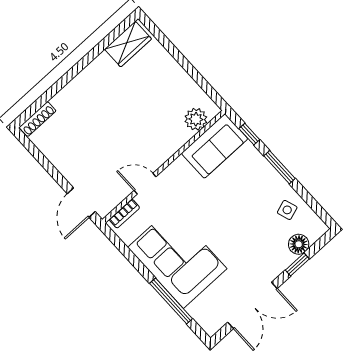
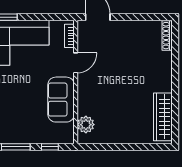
wardrobe: (128, 44) -> (163, 117), width x1.50
sofa: (215, 146) -> (61, 100), moved

